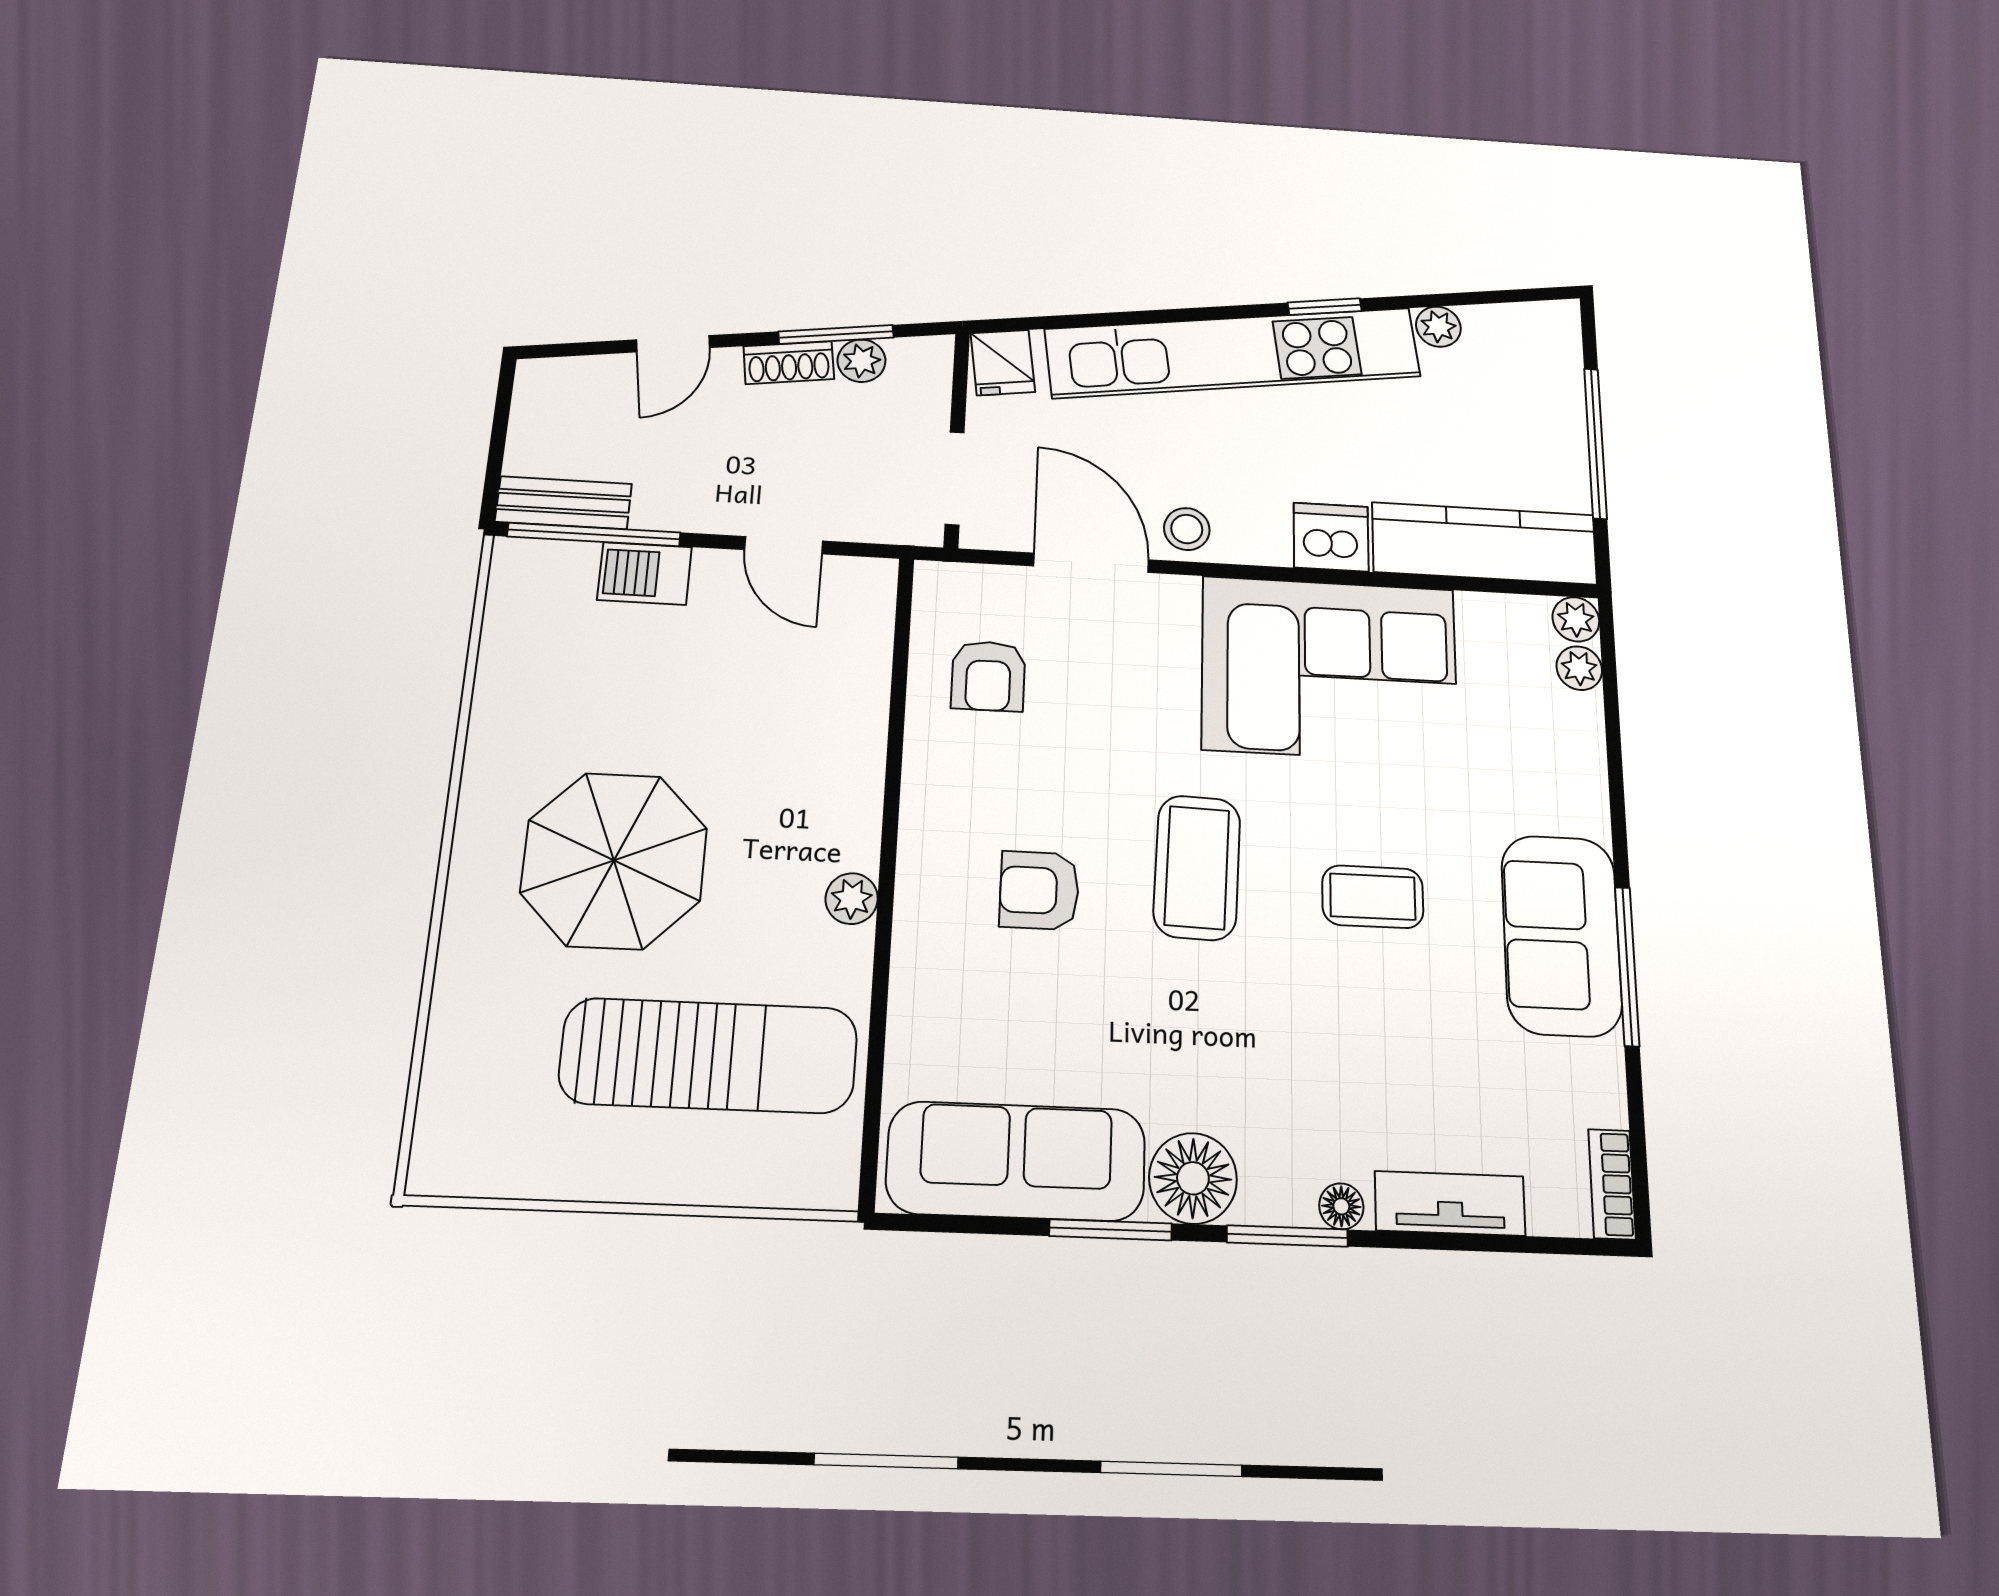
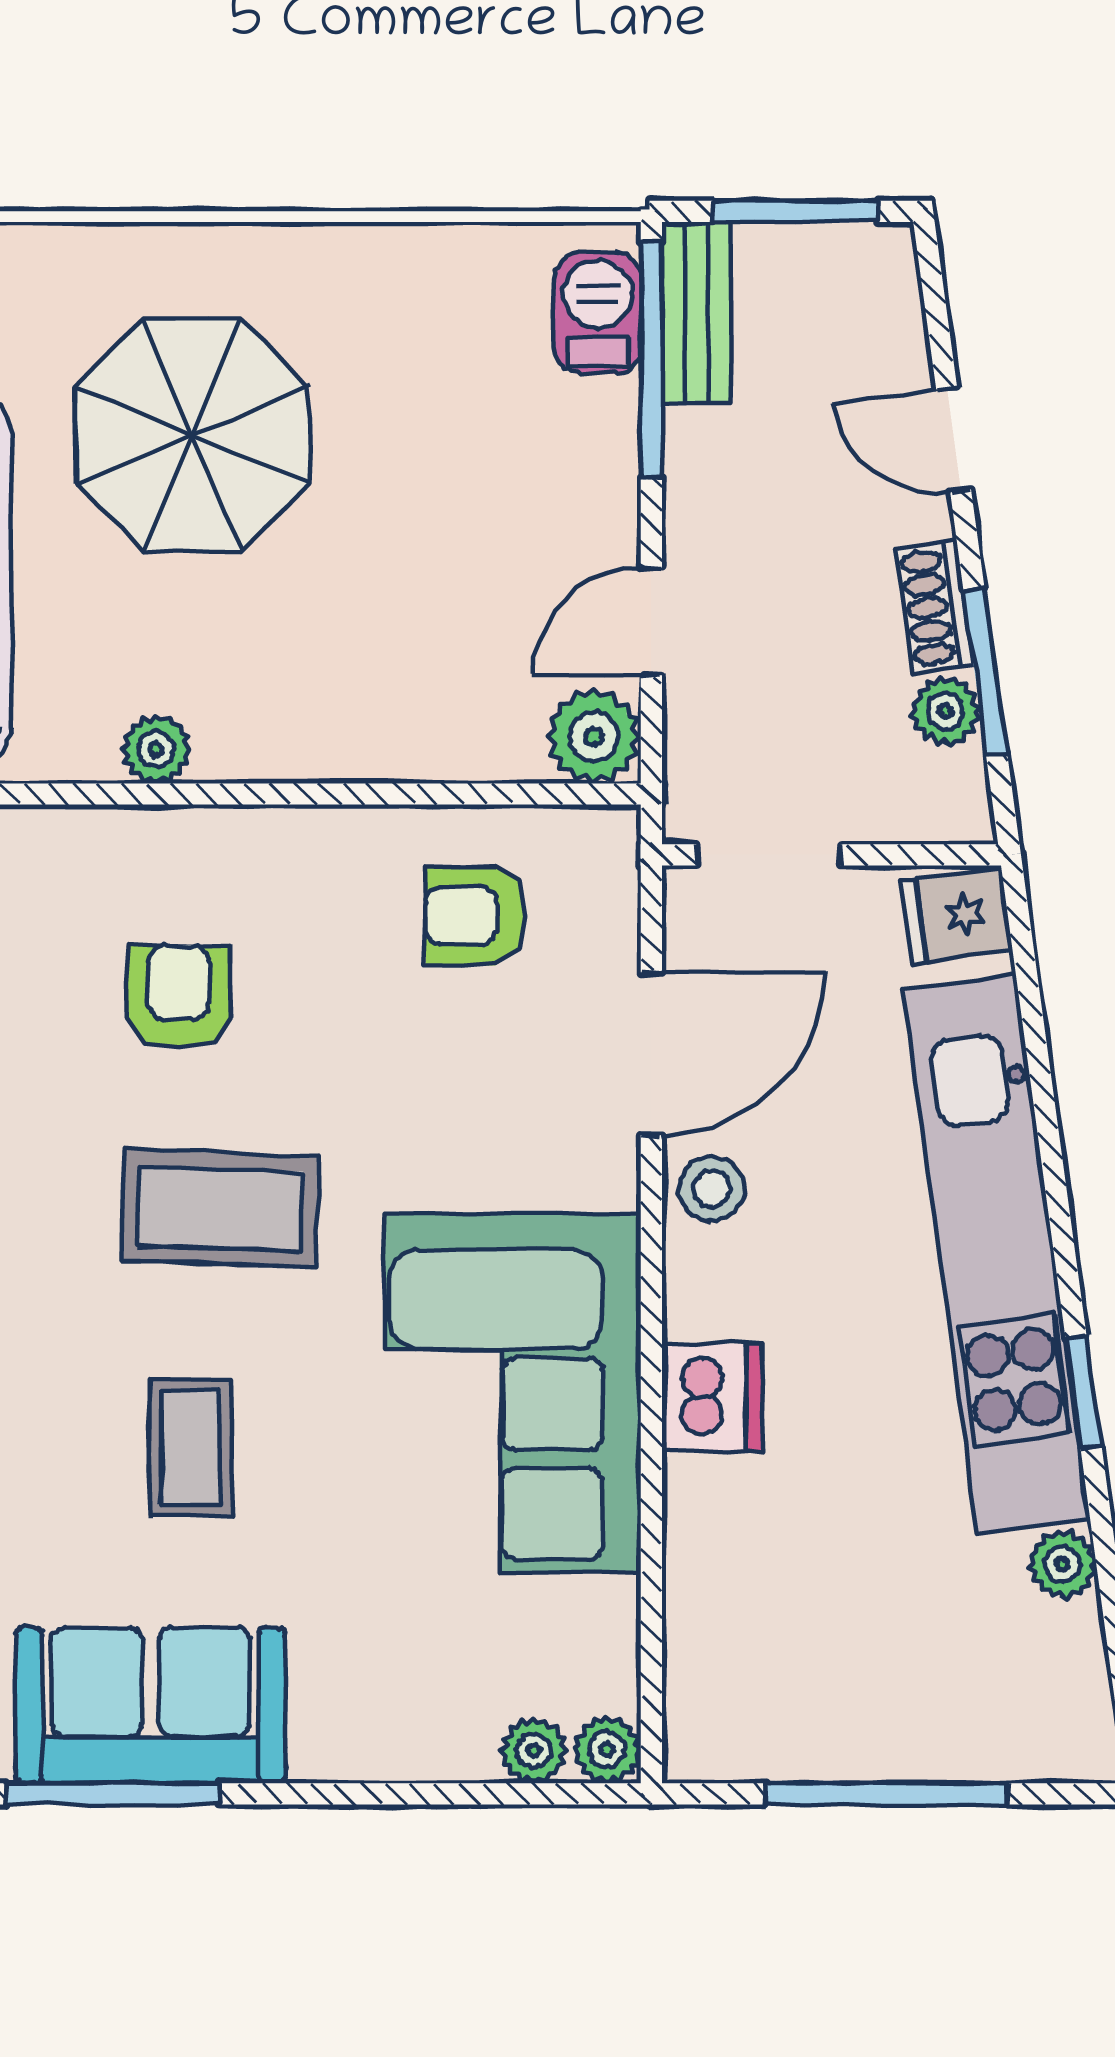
window: (499, 434) -> (795, 211), added
kitchen counter: (1484, 543) -> (716, 1621), removed
barbecue: (645, 573) -> (598, 313), moved
plant: (863, 588) -> (594, 737), added

